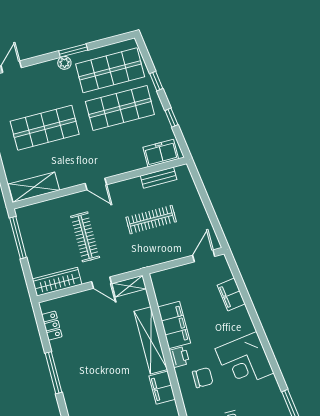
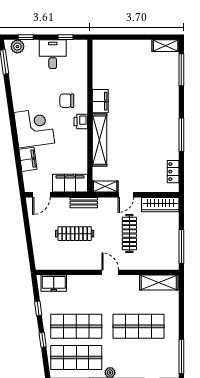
bench: (159, 178) -> (84, 203), moved
door: (102, 283) -> (126, 195), swing flipped
filing cabinet: (174, 325) -> (70, 183), moved, turned 90
corner desk: (244, 361) -> (34, 128), moved

